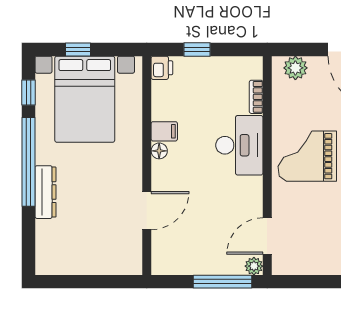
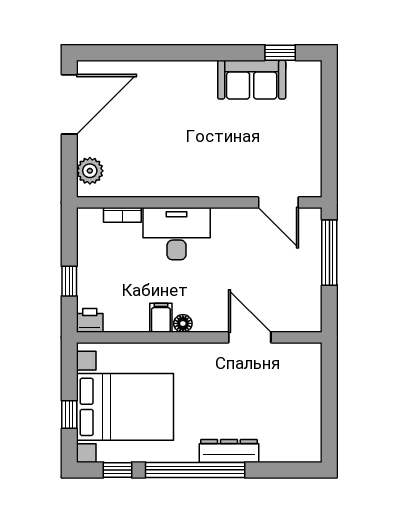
grand piano: (307, 156) -> (189, 158), removed
plant: (254, 266) -> (312, 217), removed

